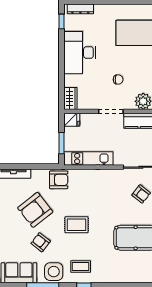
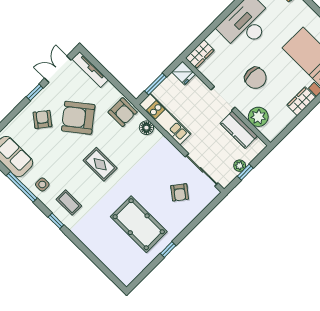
chair: (118, 80) -> (255, 78), width x1.87, depth x1.87
floor lamp: (82, 175) -> (146, 128), added
armchair: (41, 242) -> (42, 119), moved
side table: (54, 272) -> (42, 184), width x0.54, depth x0.54

